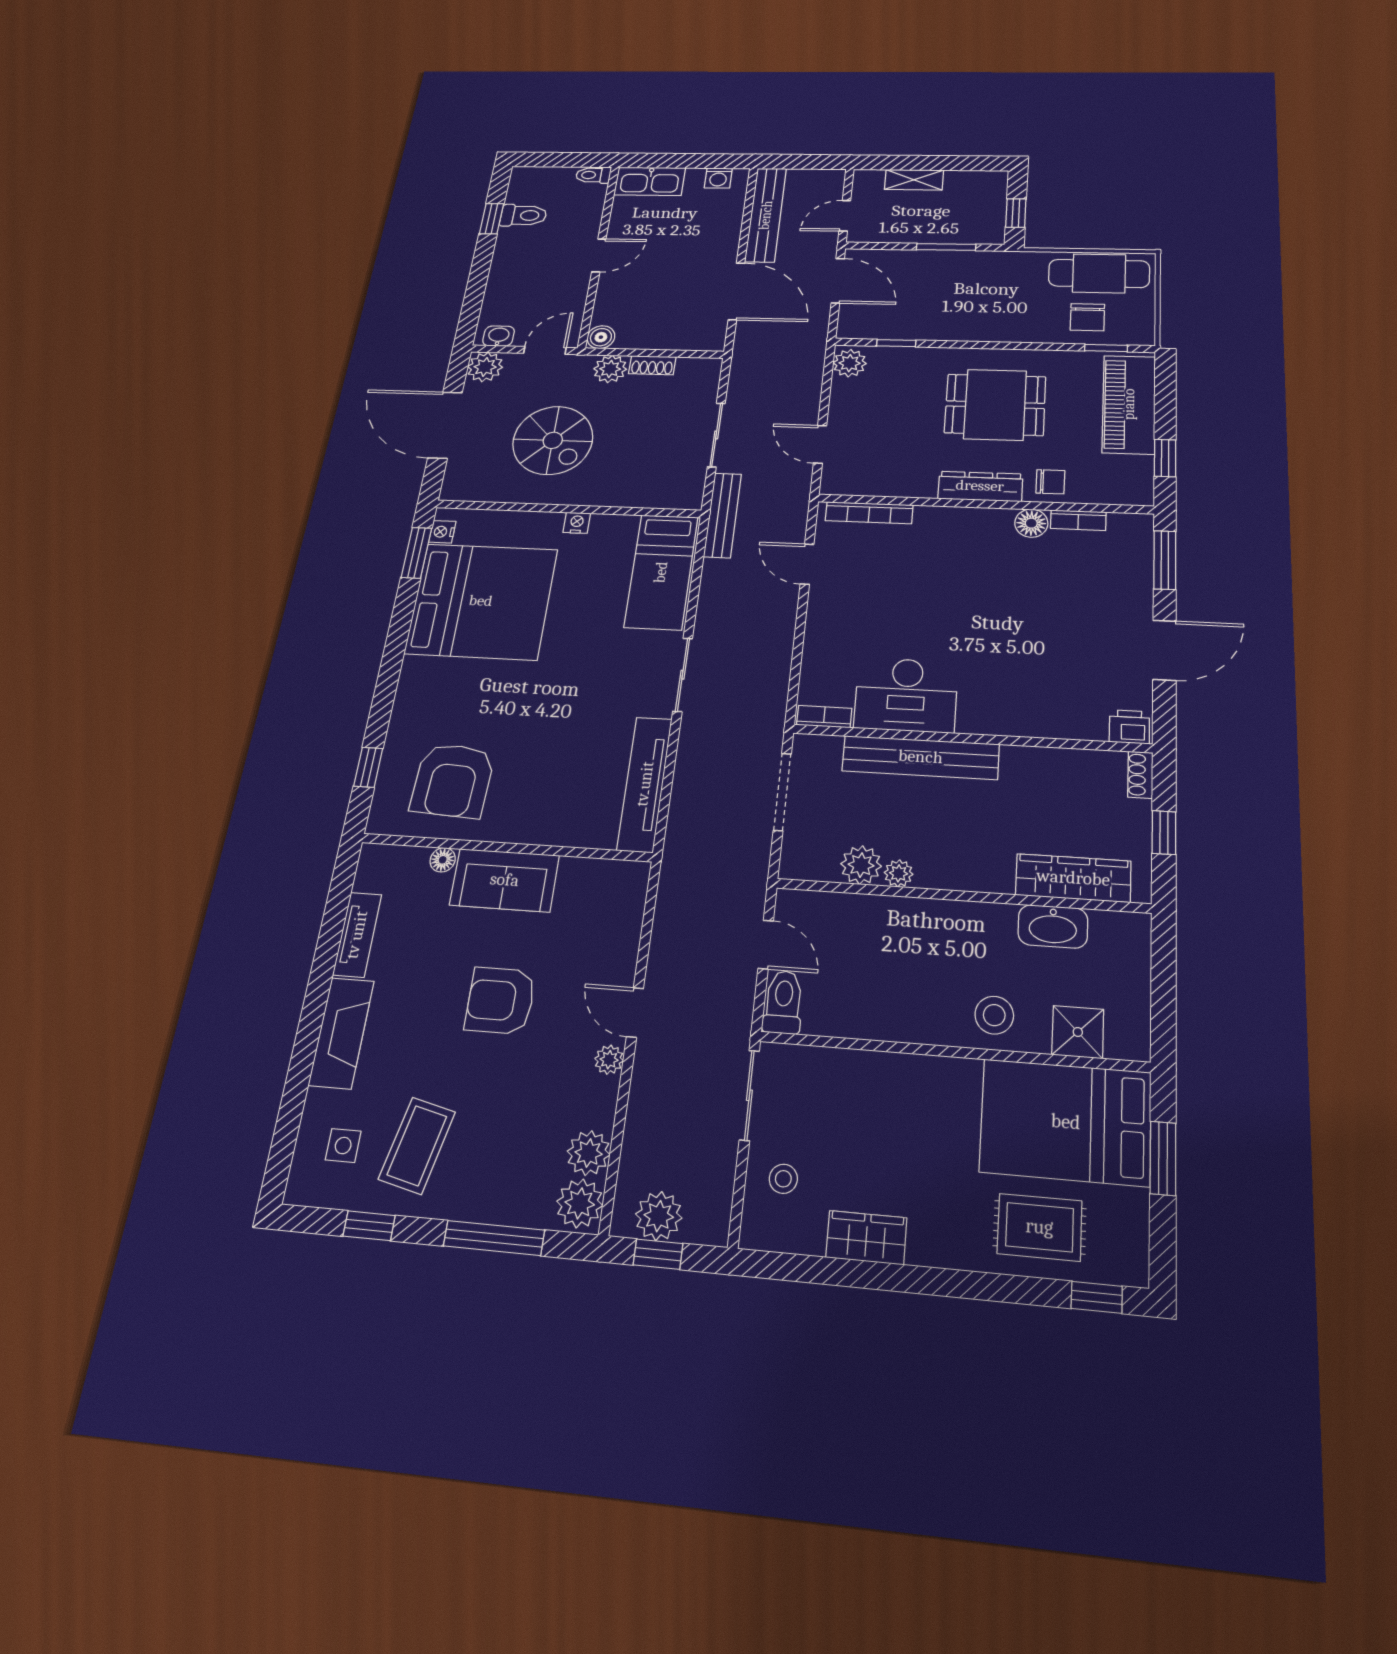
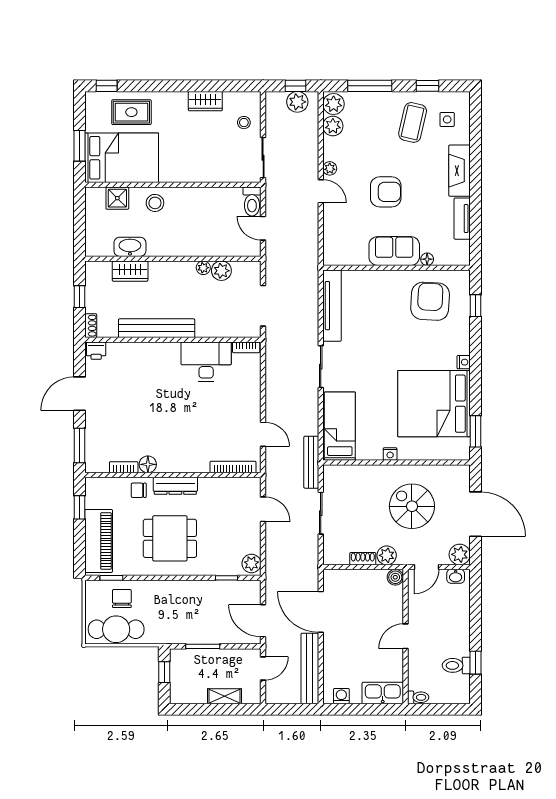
nightstand: (442, 532) -> (464, 362), moved
bench: (921, 757) -> (157, 328), moved
wardrobe: (1073, 878) -> (130, 271), width x0.67

